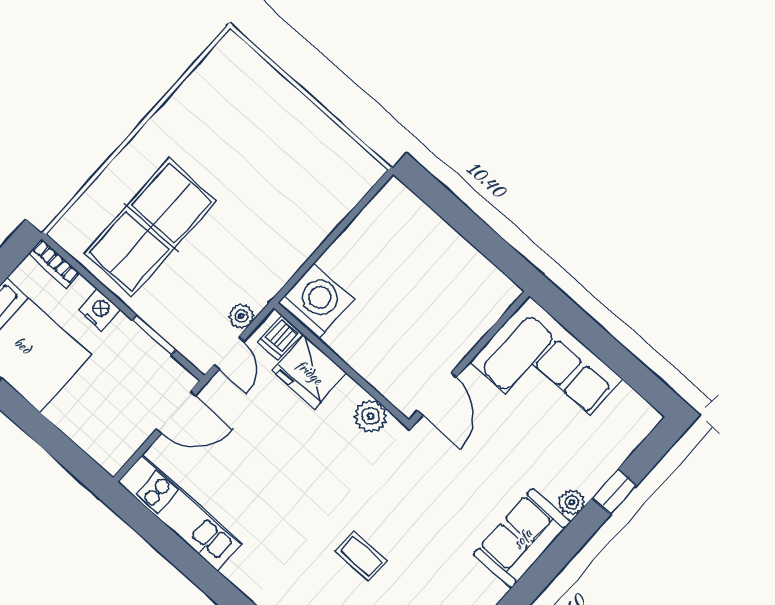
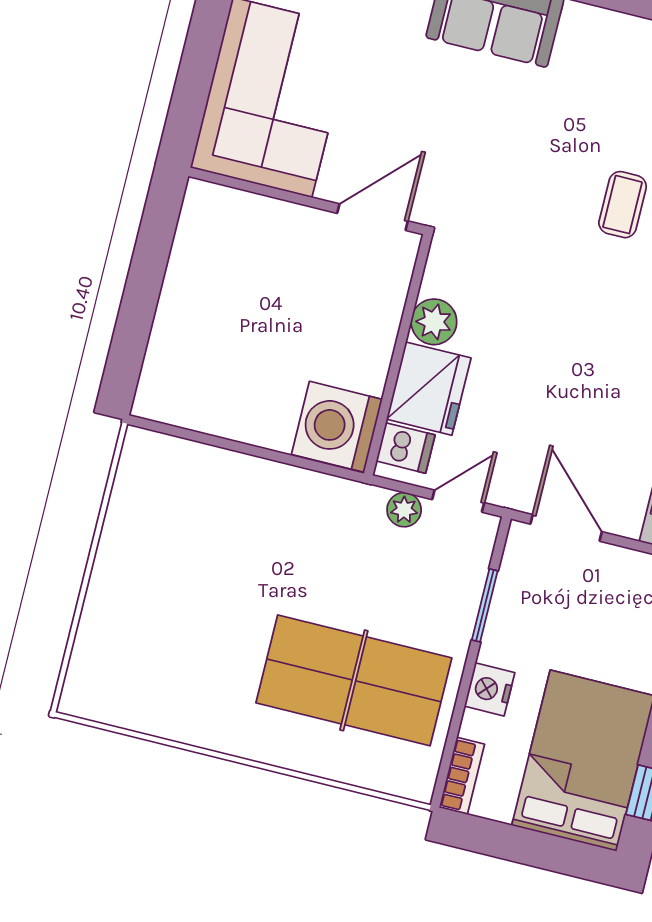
plant: (371, 416) -> (434, 322), moved

